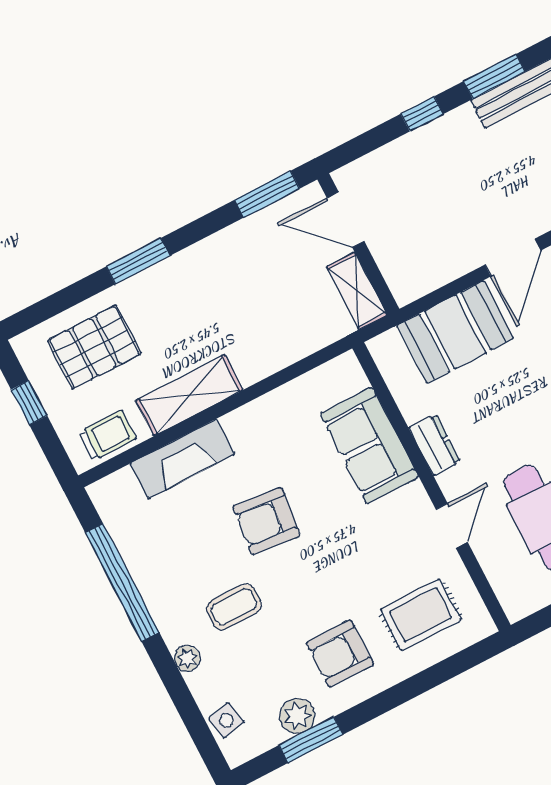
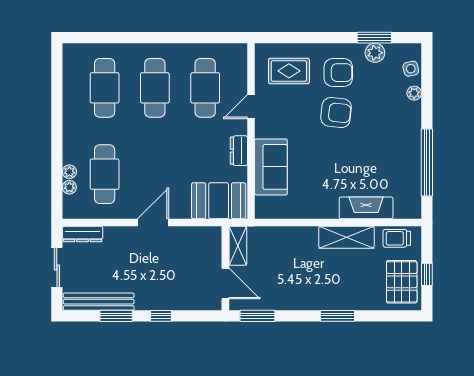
booth: (455, 332) -> (219, 201), moved
pallet: (94, 347) -> (402, 282), moved, turned 90
armchair: (266, 521) -> (336, 113), moved
coffee table: (234, 607) -> (378, 122), removed
plant: (187, 658) -> (414, 93), moved

